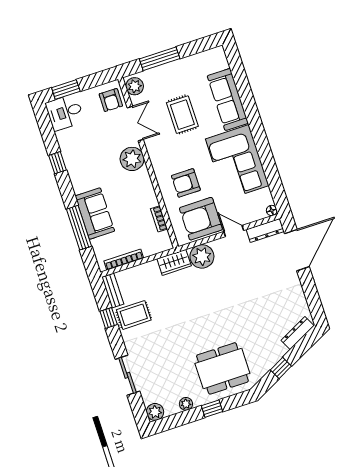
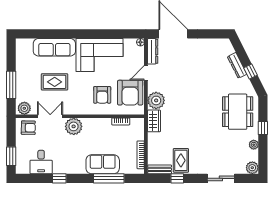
desk: (65, 112) -> (41, 162), moved
dresser: (298, 333) -> (237, 65), moved

